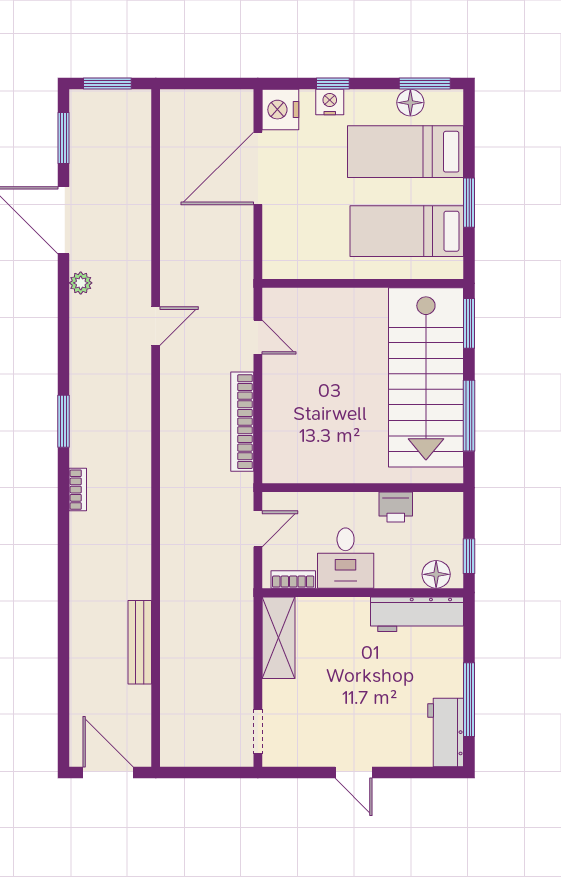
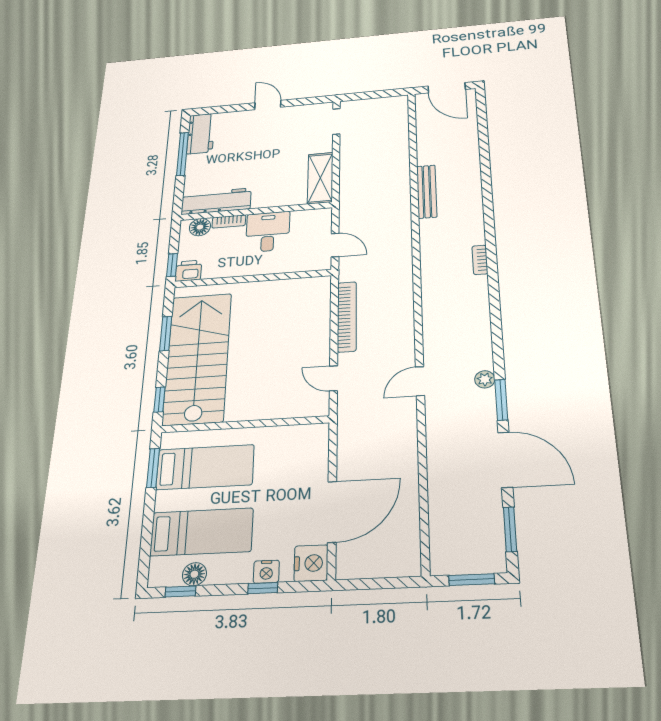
window: (425, 84) -> (180, 591), width x0.67
window: (469, 203) -> (153, 468), moved
plant: (81, 283) -> (485, 379), moved
window: (469, 323) -> (159, 400), width x0.67
window: (469, 416) -> (166, 334), width x0.69
window: (64, 421) -> (501, 400), moved
printer: (396, 507) -> (188, 271), moved
door: (258, 529) -> (335, 245), swing flipped
window: (469, 556) -> (172, 265), moved
bookcase: (293, 579) -> (229, 222), moved
bench: (140, 642) -> (427, 192), moved

